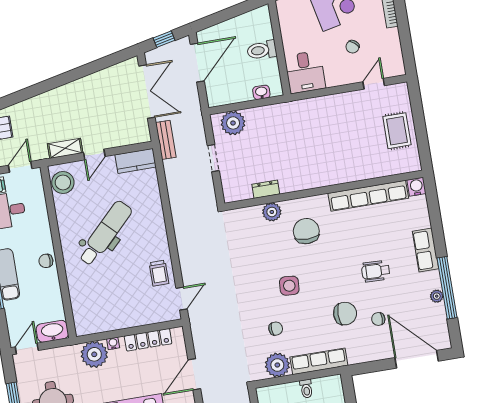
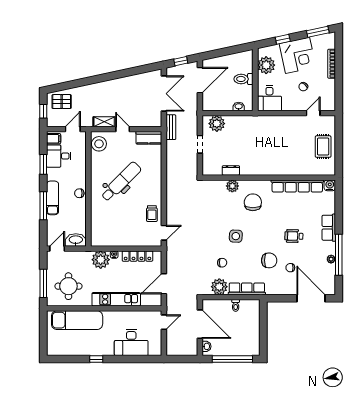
plant: (292, 24) -> (266, 65), added
door: (94, 155) -> (123, 129), swing flipped

